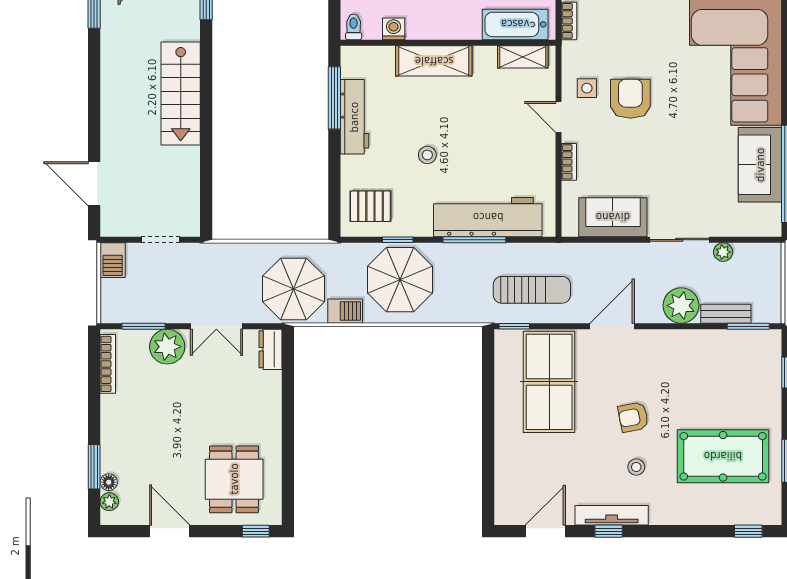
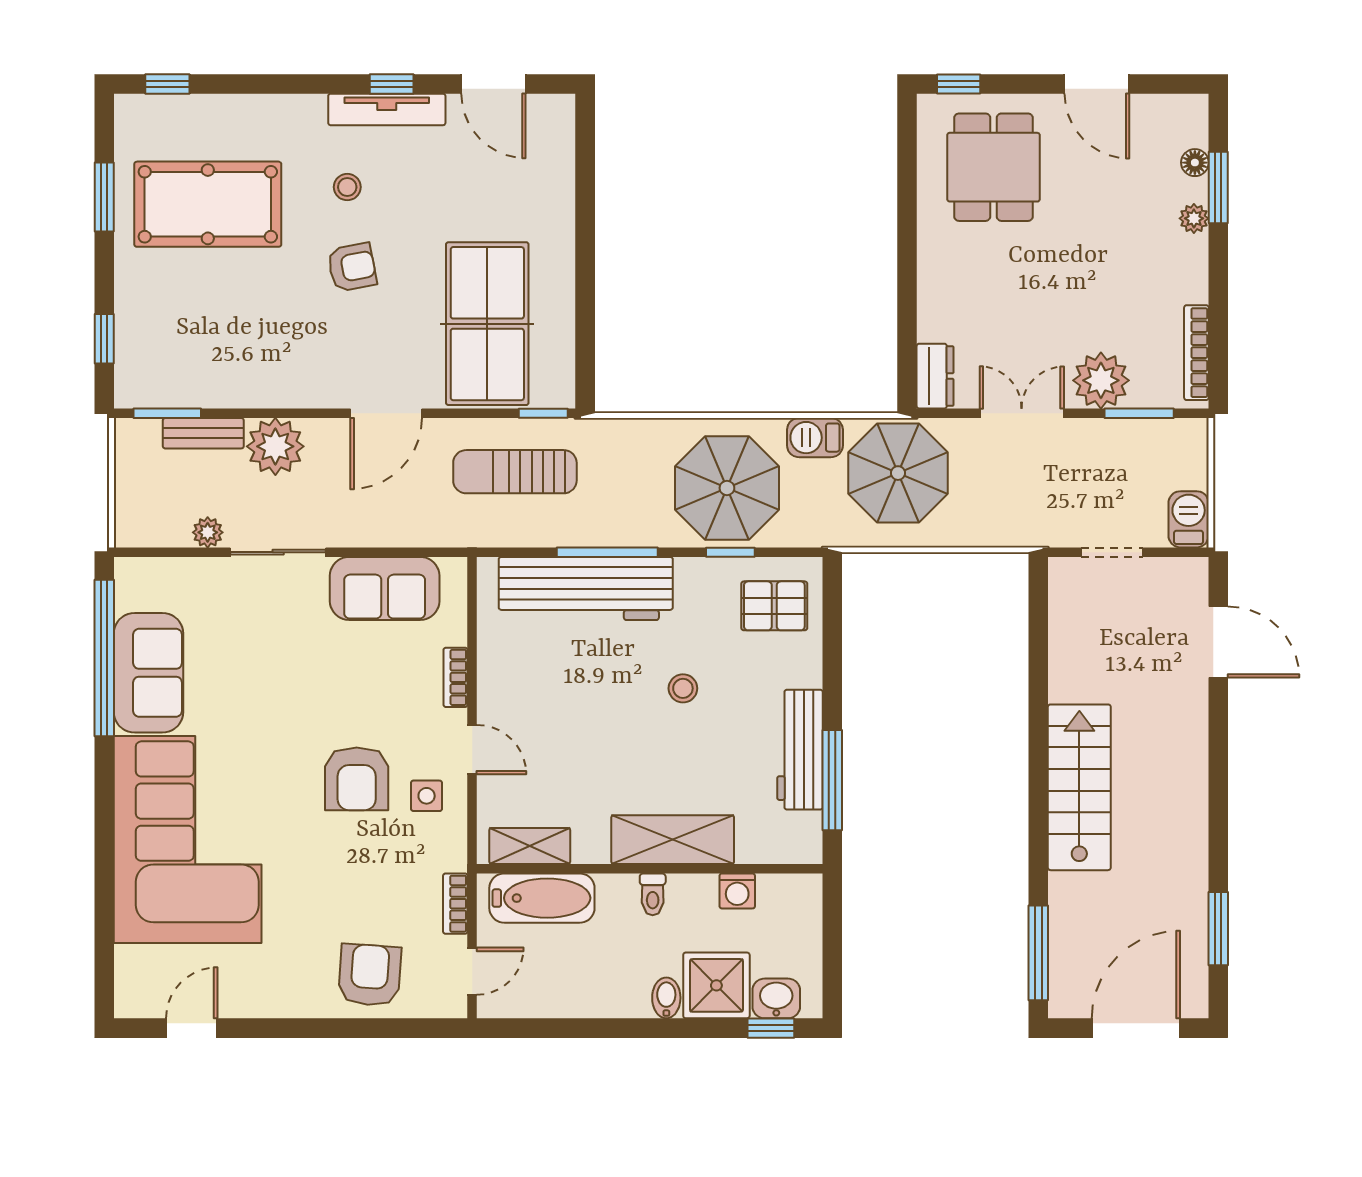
toilet: (354, 27) -> (653, 894), moved
plant: (109, 502) -> (1194, 218), moved
door: (545, 531) -> (493, 84), hinge flipped

